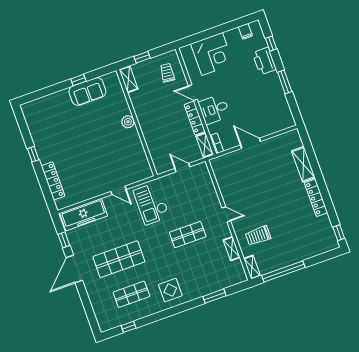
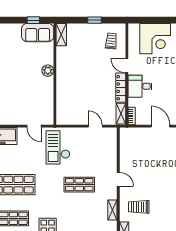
shelving: (129, 79) -> (61, 35), moved
plant: (128, 122) -> (48, 71), moved
wall: (137, 123) -> (55, 74), moved

